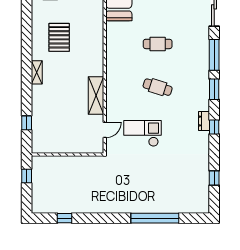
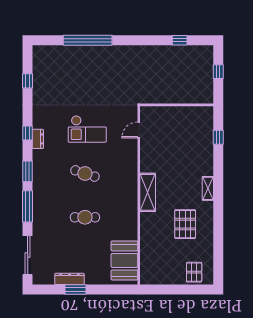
shelving: (96, 95) -> (148, 192), moved
checkout: (143, 133) -> (87, 129), moved
window: (27, 176) -> (218, 72), moved

